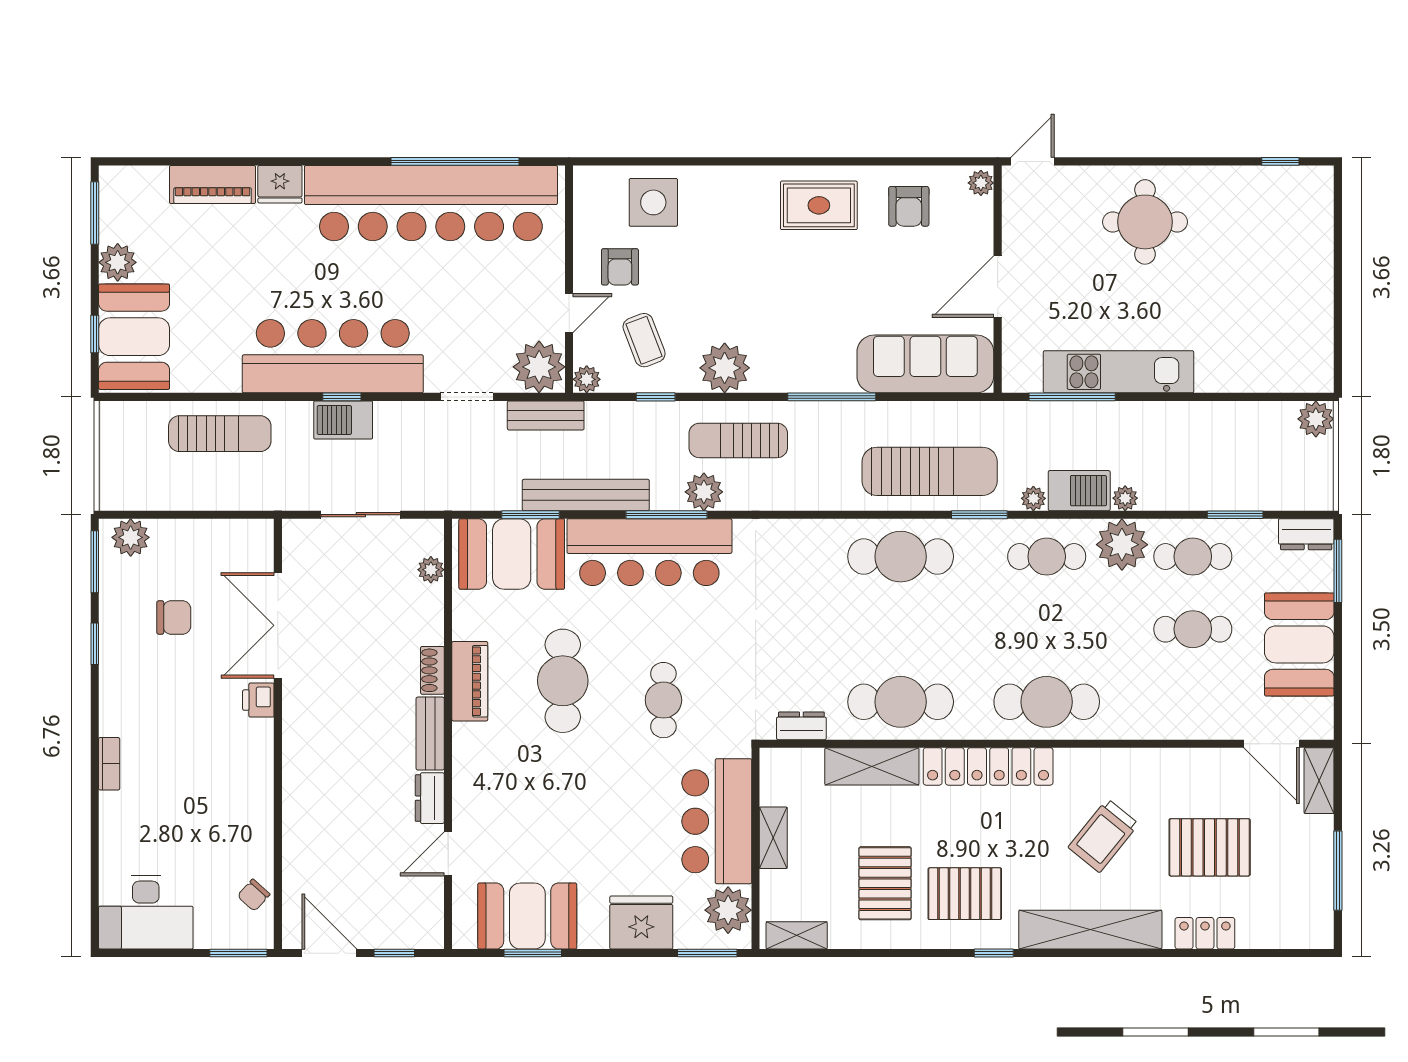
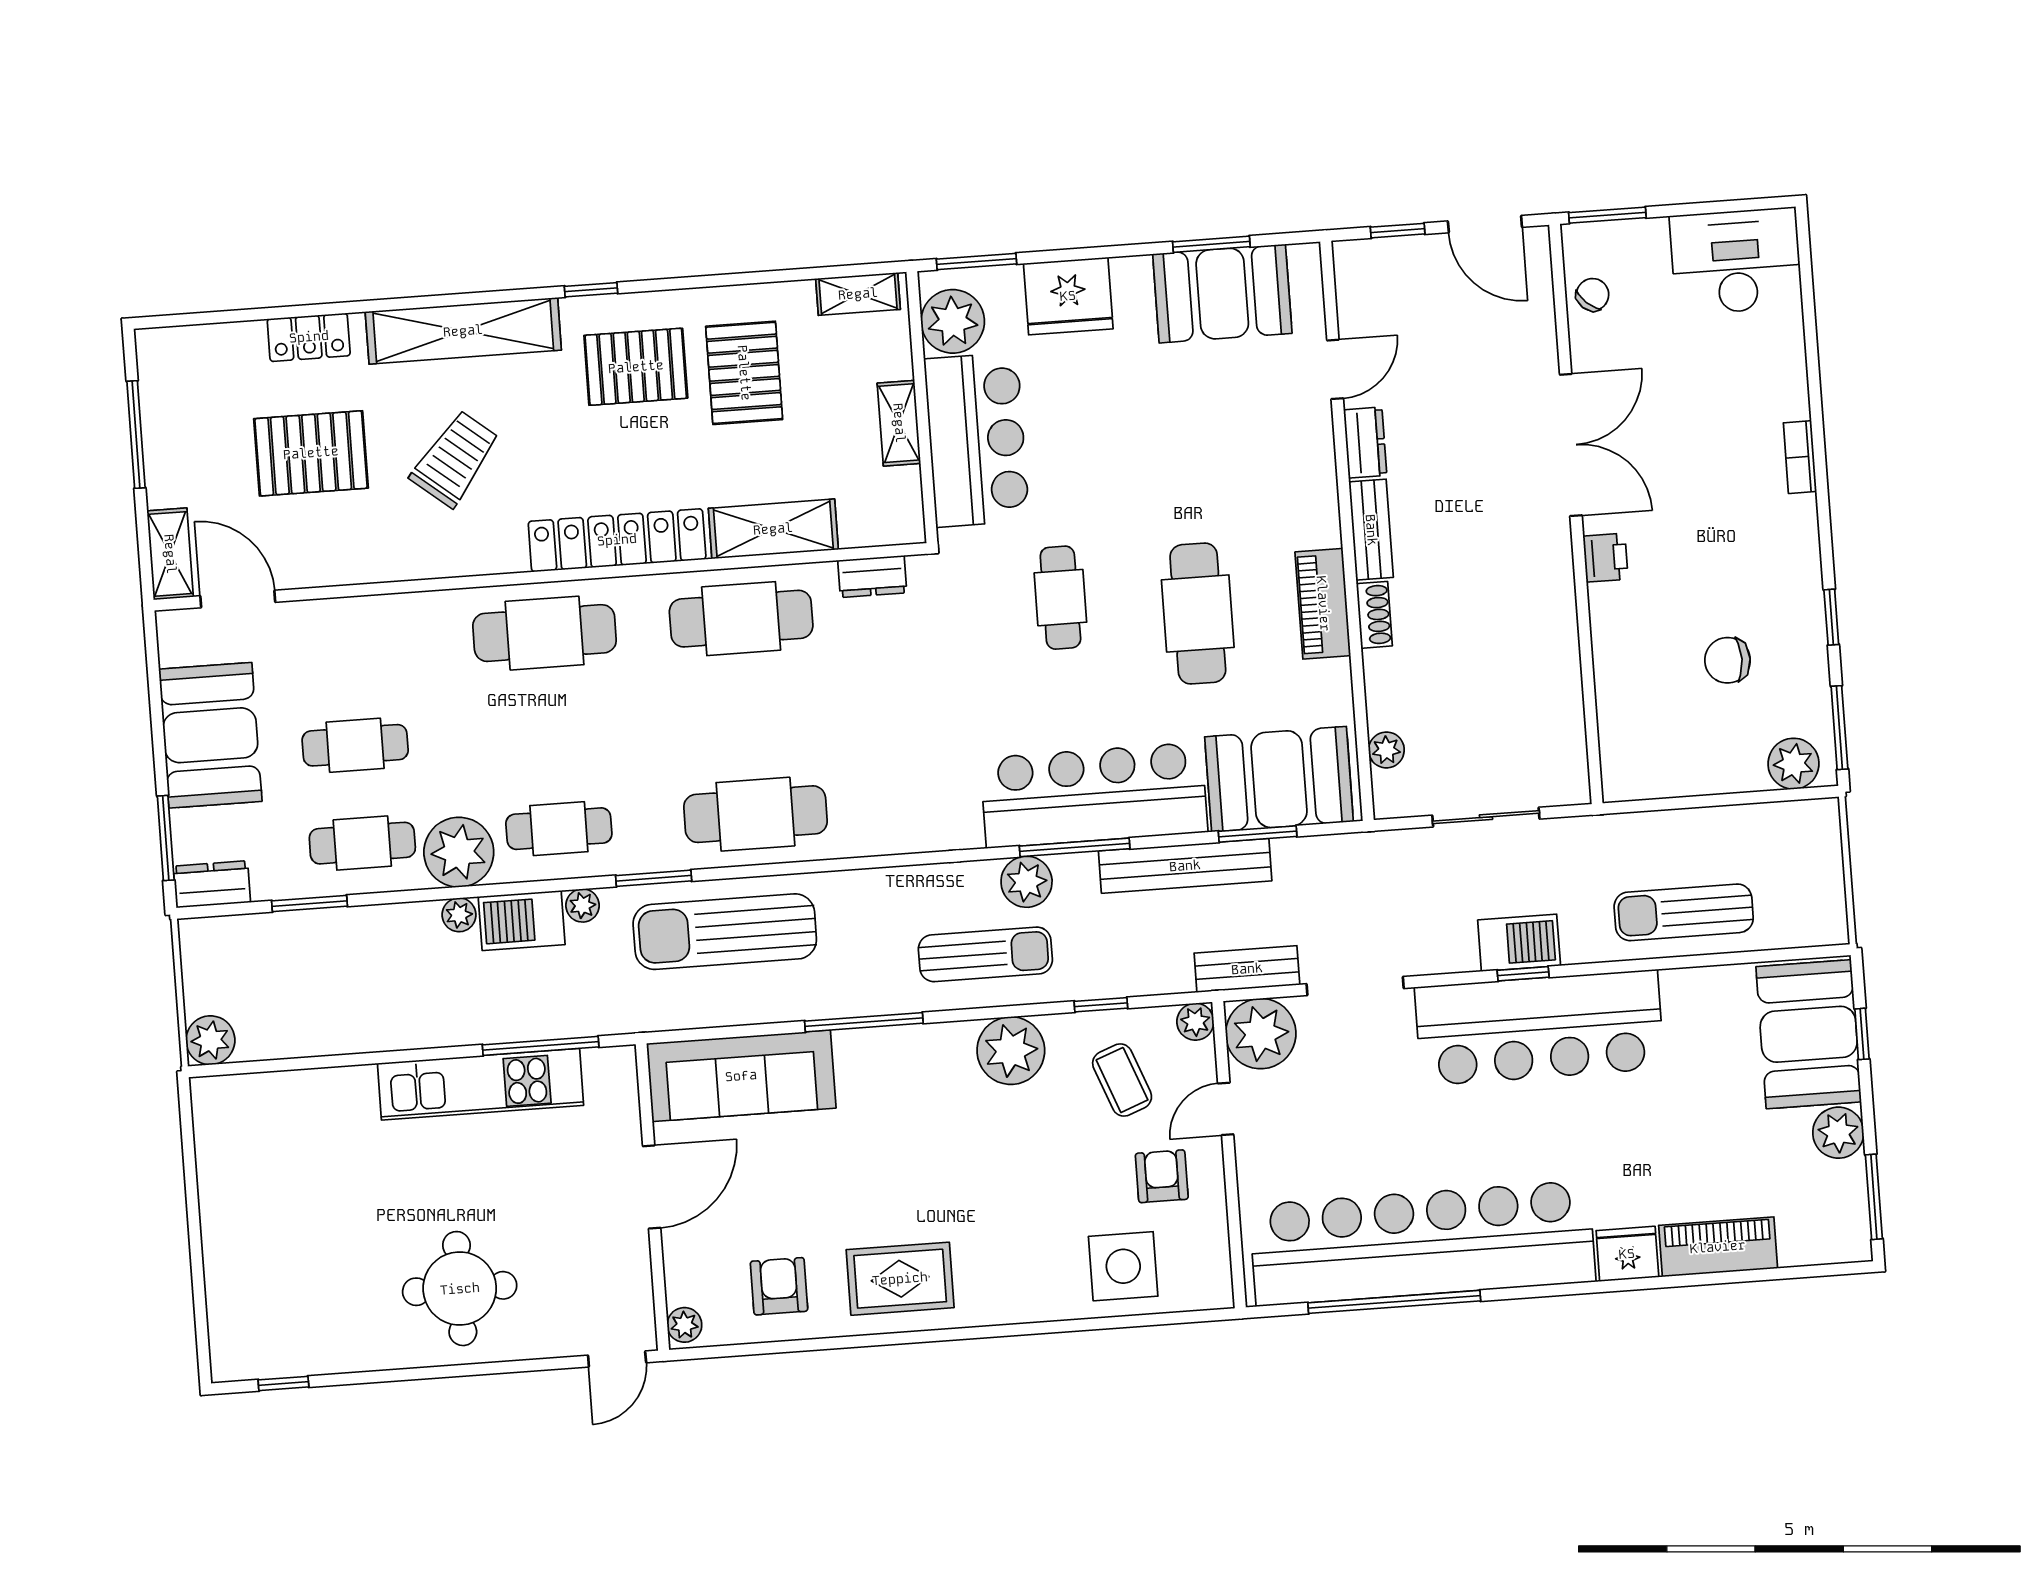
doorway: (467, 397) -> (1355, 986), width x1.38
double door: (278, 625) -> (1571, 445), moved

